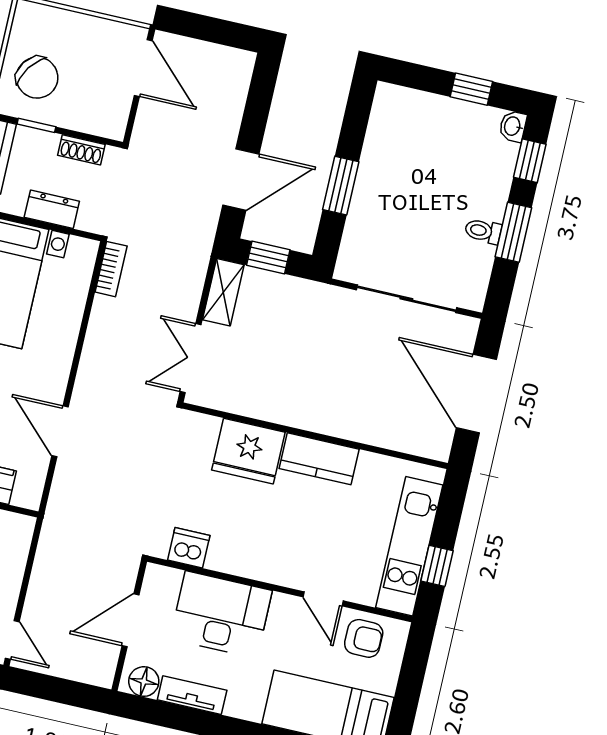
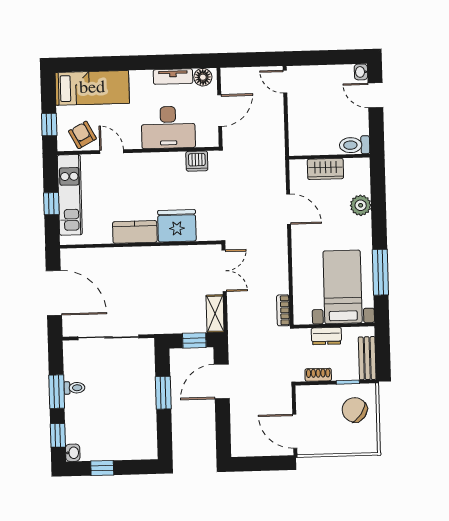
window: (437, 566) -> (51, 204), moved
armchair: (364, 638) -> (82, 135), turned 62
window: (413, 669) -> (49, 125), added

